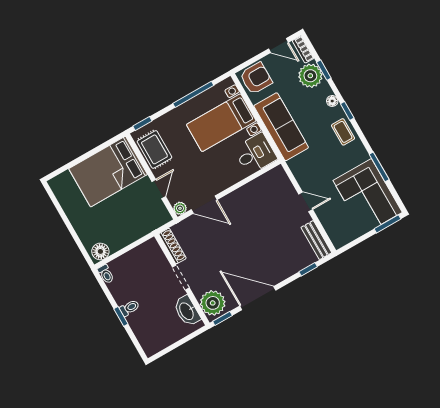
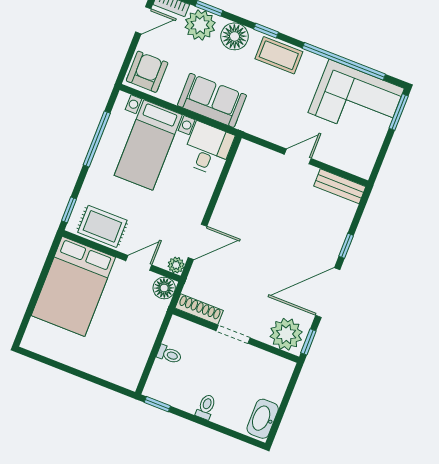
floor lamp: (332, 101) -> (234, 36), width x1.89, depth x1.89
sofa: (281, 127) -> (212, 100), width x0.73
coffee table: (343, 132) -> (279, 55), width x1.36, depth x1.30
window: (379, 167) -> (344, 61), width x2.11
door: (159, 189) -> (139, 263), hinge flipped
floor lamp: (100, 251) -> (164, 288), moved
window: (308, 269) -> (346, 246), moved
toilet: (106, 274) -> (169, 354), moved
washbasin: (187, 311) -> (263, 419), moved, turned 90
window: (121, 316) -> (157, 404), moved

